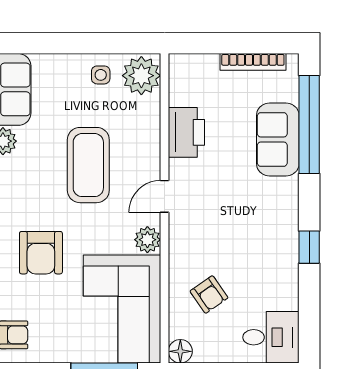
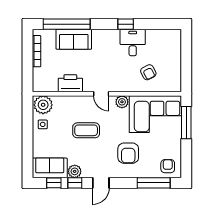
coffee table: (88, 165) -> (86, 130), width x0.73, depth x0.76
armchair: (41, 253) -> (128, 153), turned 90
armchair: (209, 294) -> (148, 72), turned 98
desk: (271, 337) -> (133, 43), moved
floor lamp: (180, 351) -> (176, 86), removed

